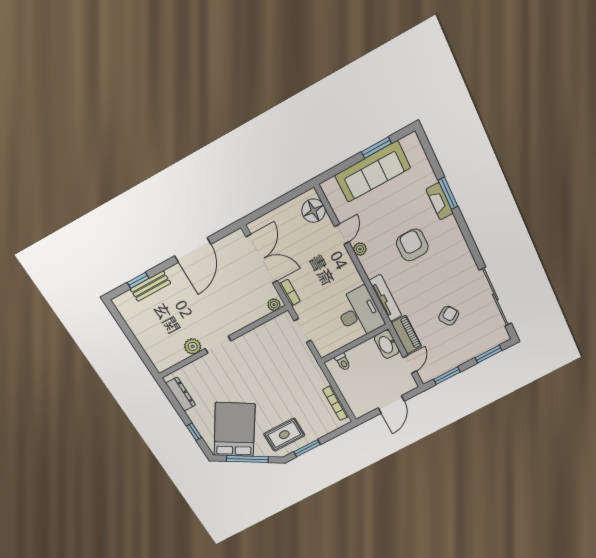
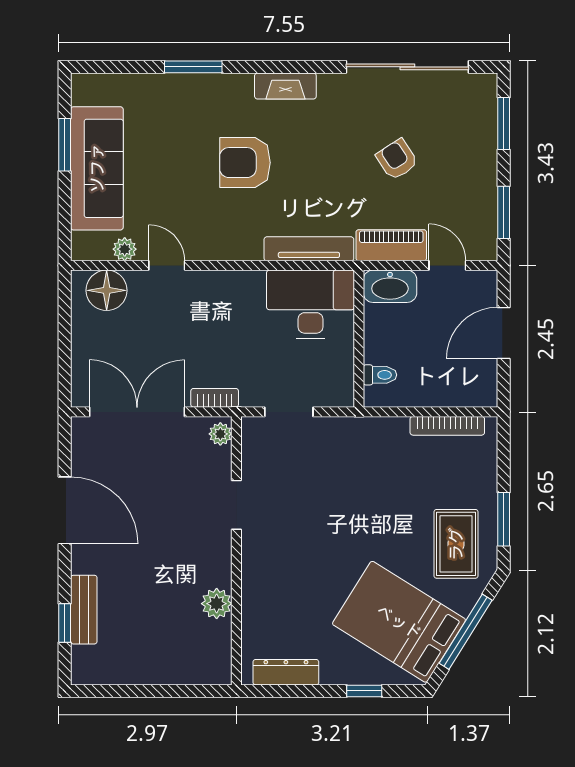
fireplace: (440, 201) -> (285, 86), moved
plant: (360, 249) -> (125, 249), moved
doorway: (218, 345) -> (236, 505), moved
door: (391, 404) -> (504, 333), swing flipped

